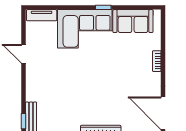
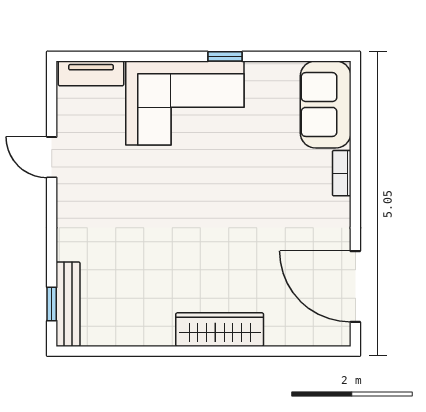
sofa: (133, 21) -> (326, 104), moved, turned 90

